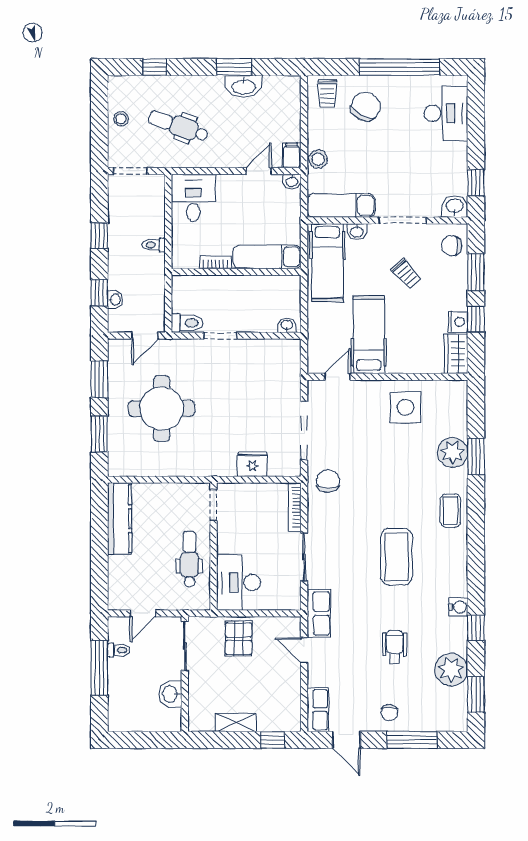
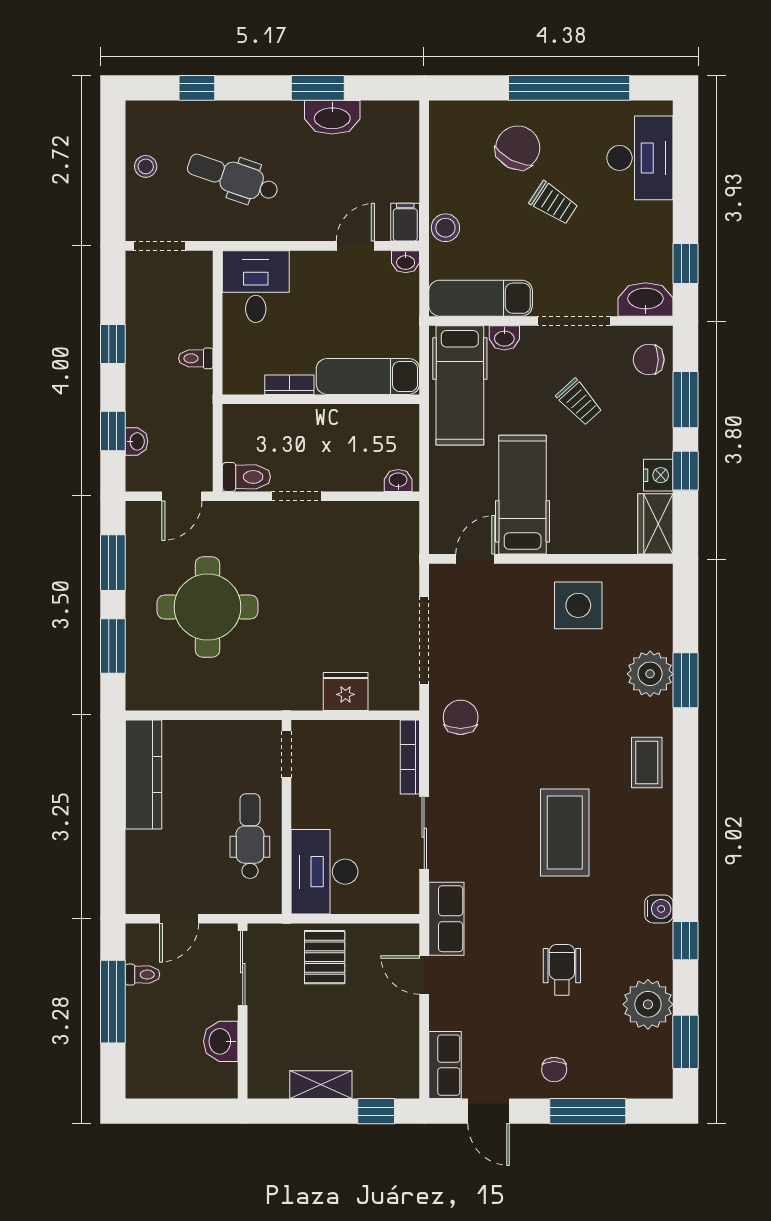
trolley: (327, 94) -> (554, 203), moved, turned -57
washbasin: (455, 206) -> (646, 299), width x1.38

